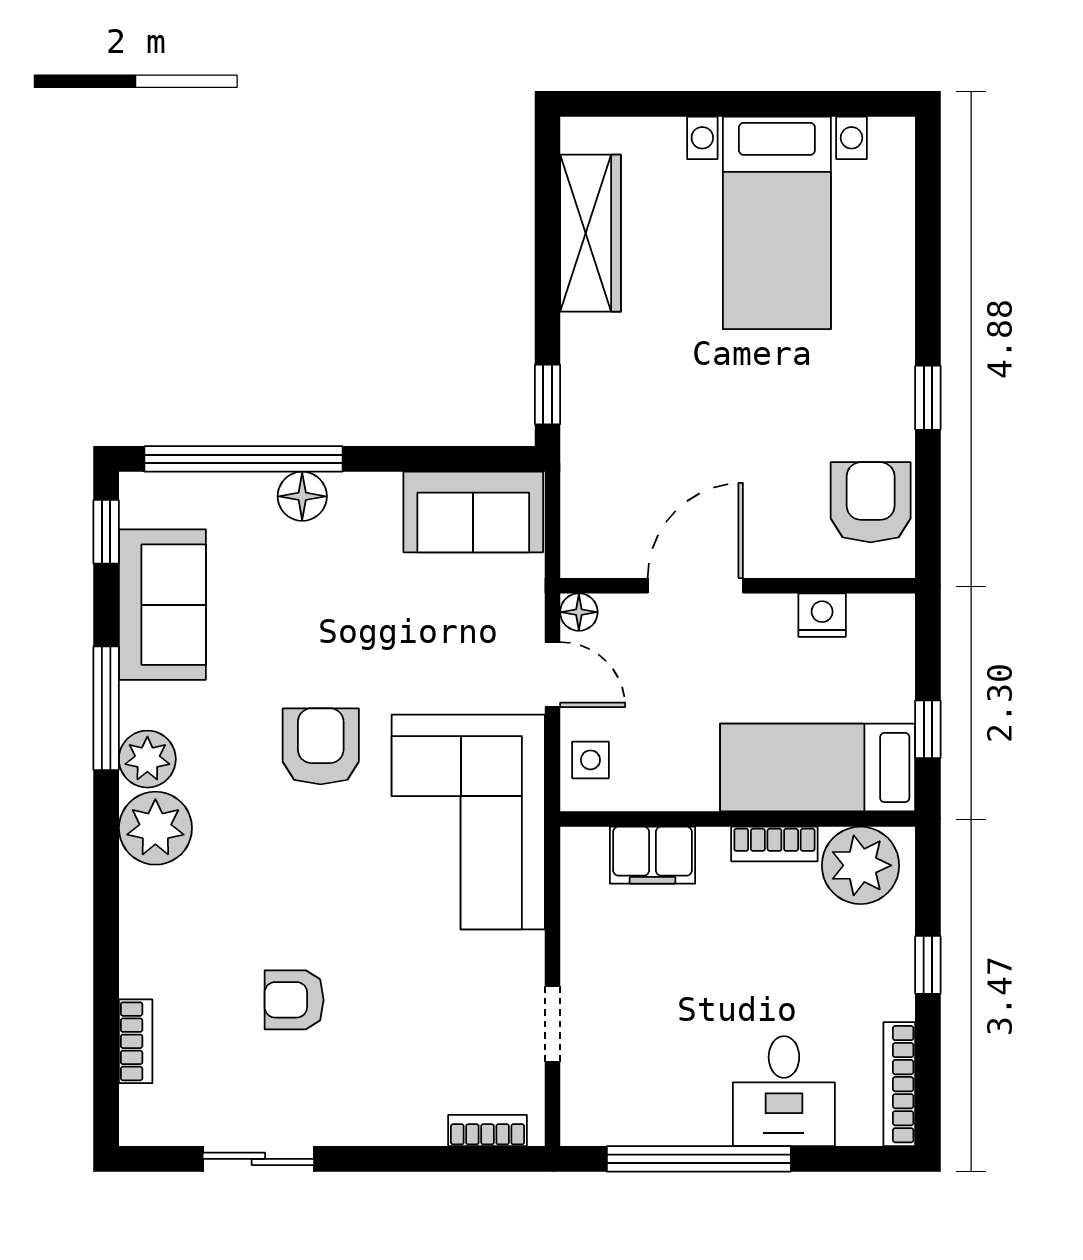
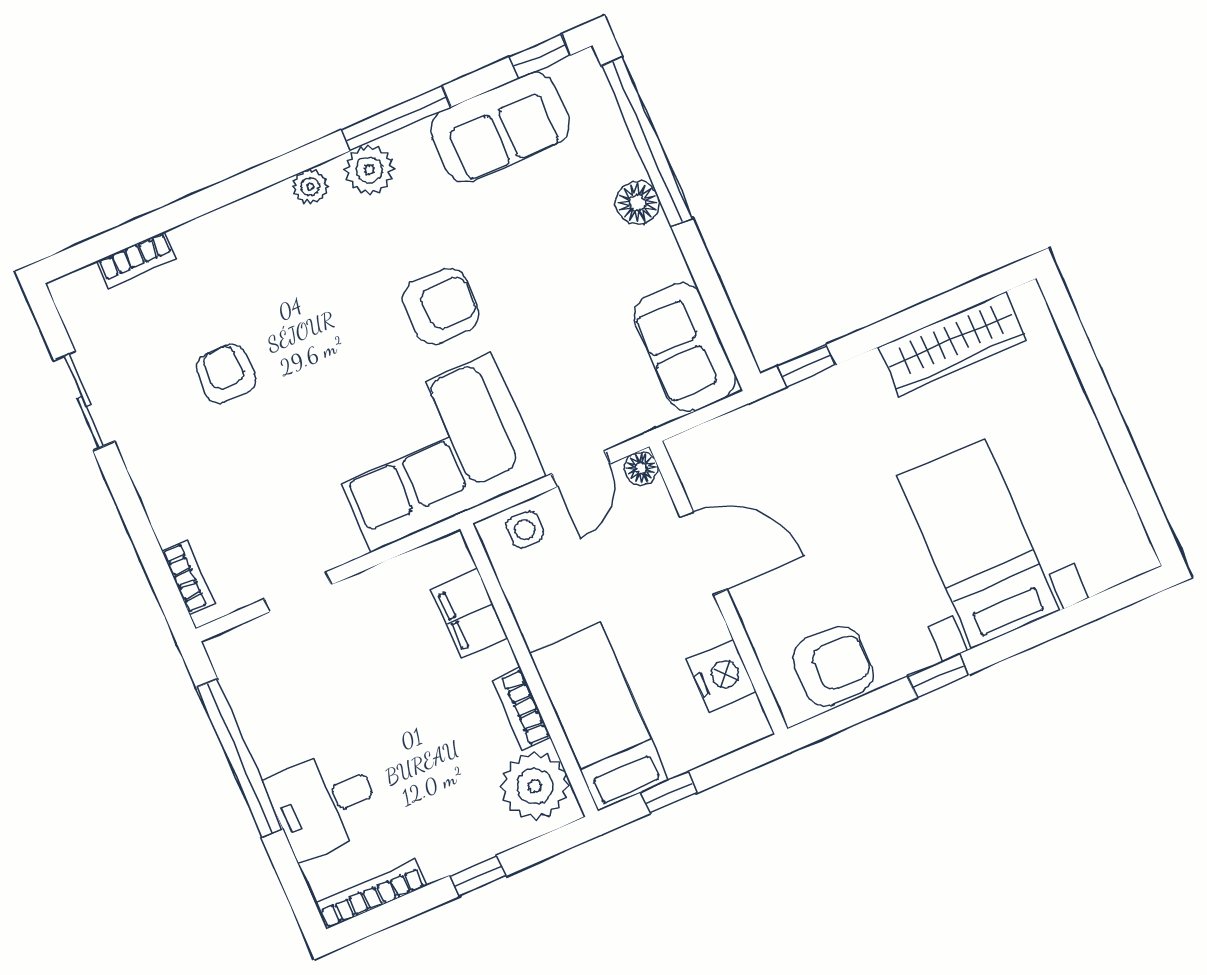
bed with nightstands: (777, 223) -> (978, 543), moved, turned 90
nightstand: (822, 615) -> (722, 676), width x1.36, depth x1.33
plant: (155, 828) -> (310, 187), width x0.53, depth x0.53

